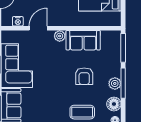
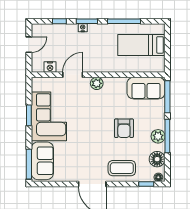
sofa: (83, 40) -> (146, 88), moved

